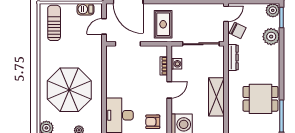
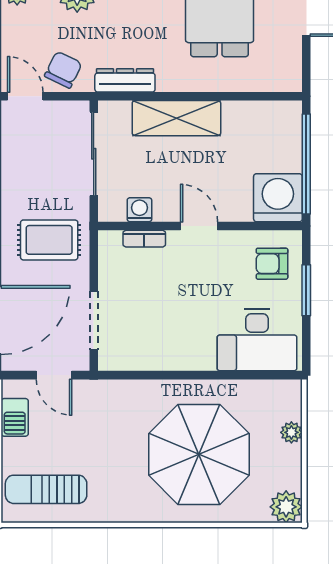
shelving: (216, 97) -> (176, 118), moved
armchair: (153, 122) -> (272, 264), turned 90

